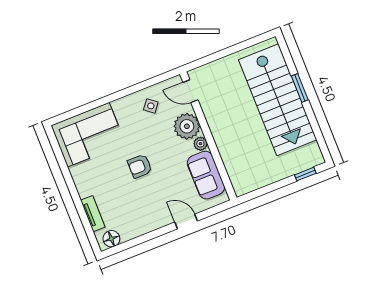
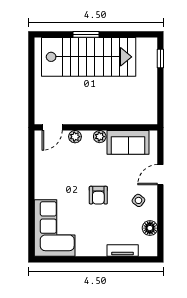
side table: (151, 106) -> (138, 200), moved
plant: (187, 126) -> (75, 137), width x0.53, depth x0.53
floor lamp: (111, 239) -> (150, 228), moved

